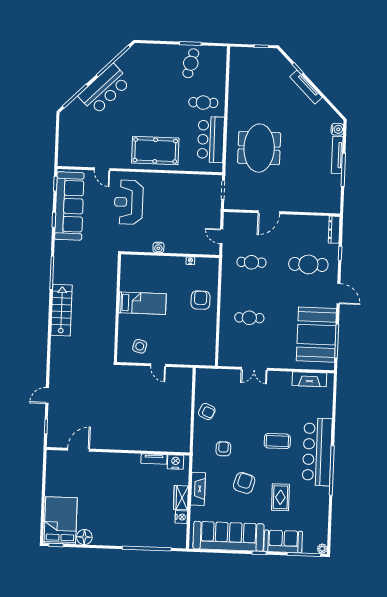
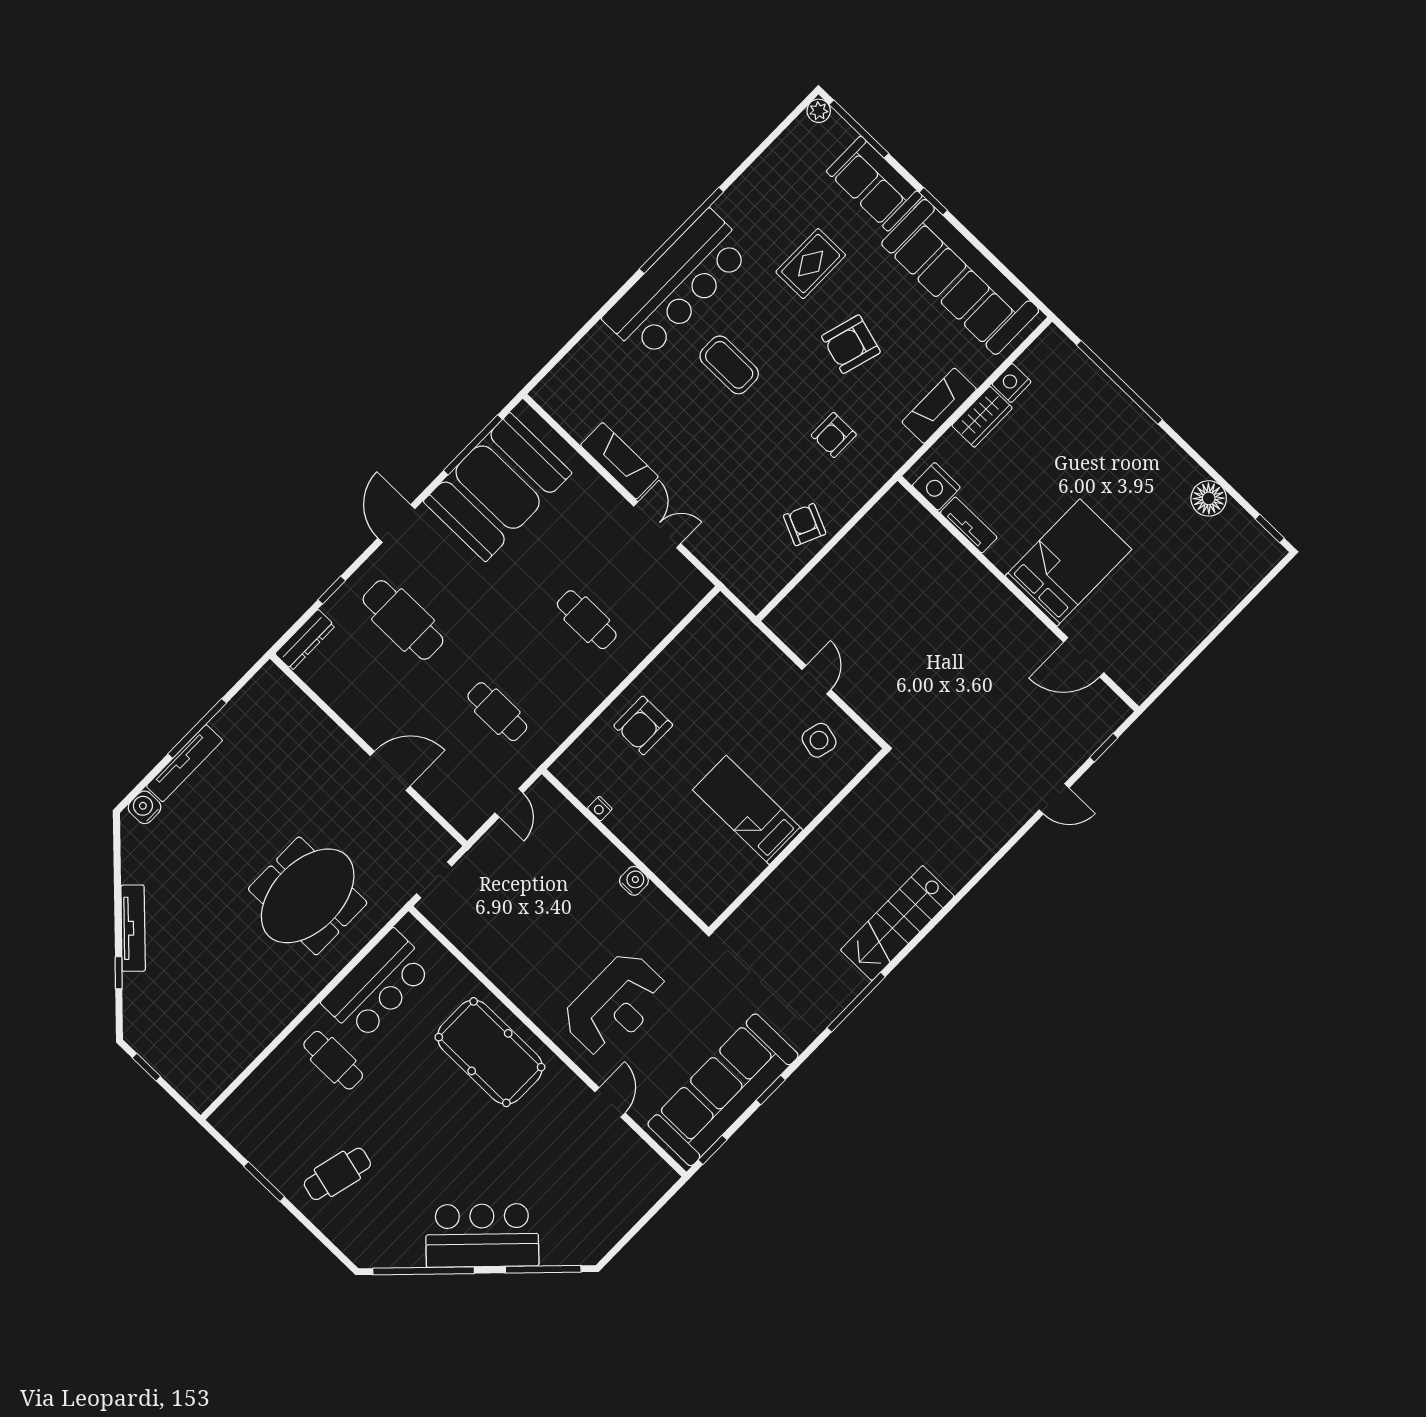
cafe table: (191, 63) -> (337, 1174), moved
fireplace: (309, 379) -> (619, 461), moved
bed: (61, 520) -> (1068, 563), moved, turned 180

